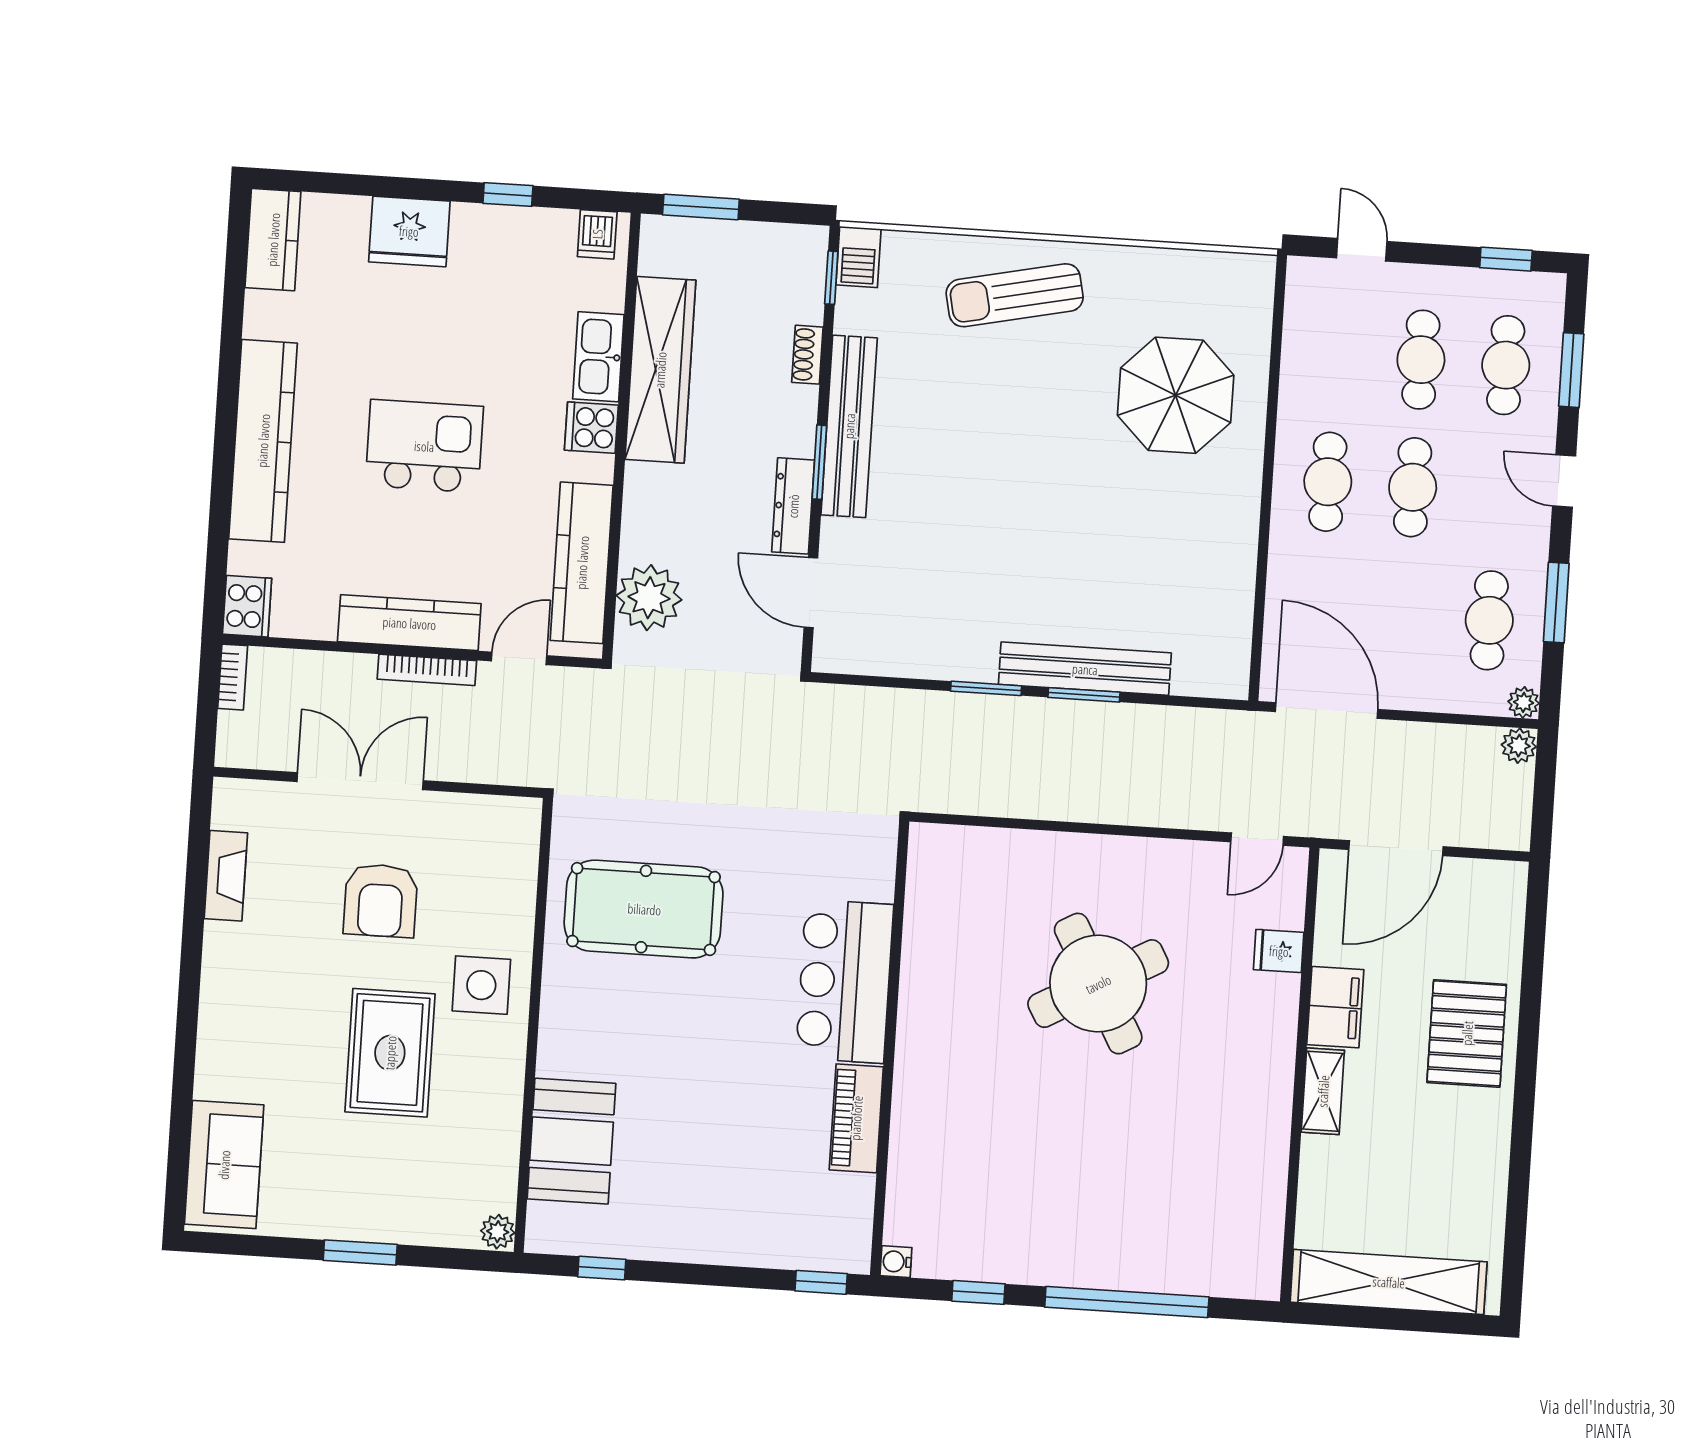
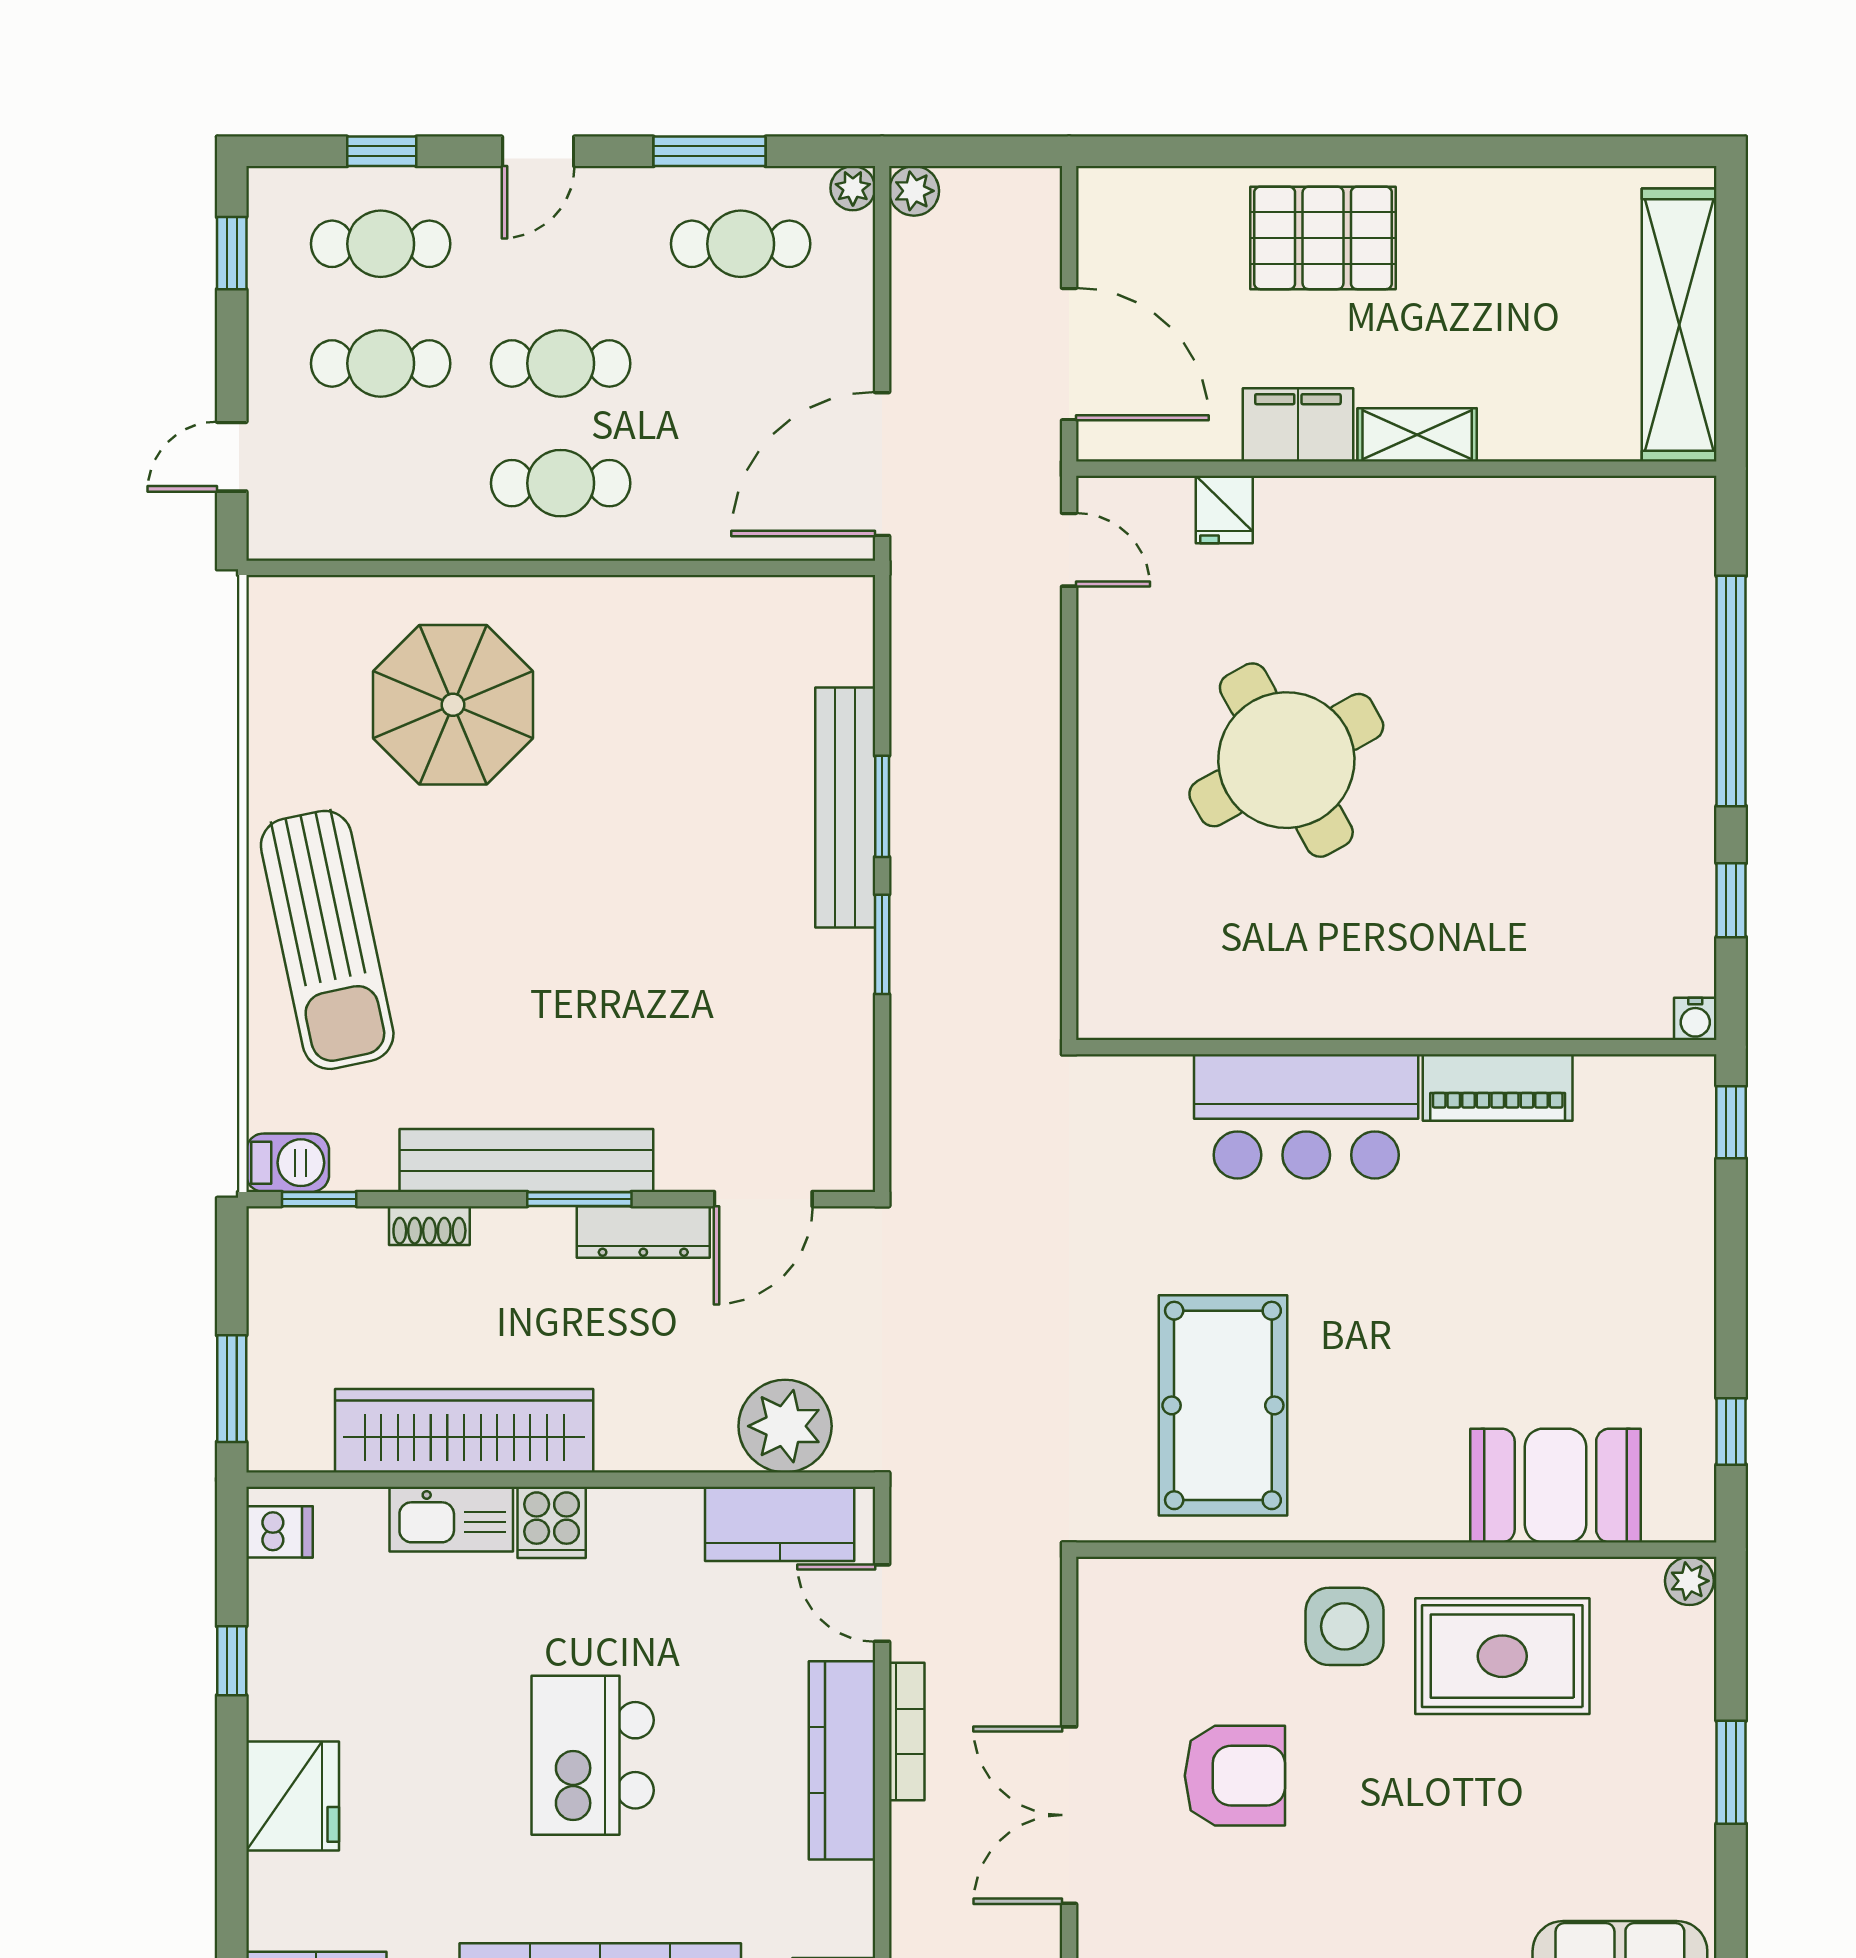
sun lounger: (1015, 295) -> (327, 940), width x1.36, depth x1.34
window: (1571, 370) -> (382, 151), width x0.67
kitchen counter: (582, 563) -> (780, 1524), width x0.67
rug: (390, 1053) -> (1502, 1656), moved

